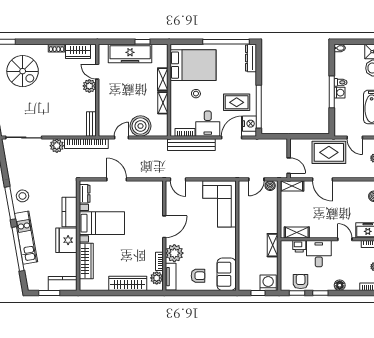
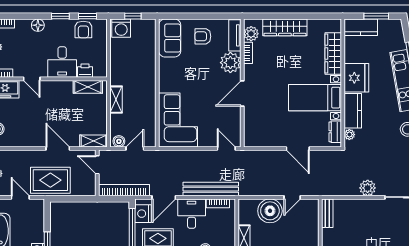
bookcase: (86, 144) -> (124, 190), moved
plant: (72, 191) -> (349, 135), added
shelving: (273, 245) -> (116, 100), moved

